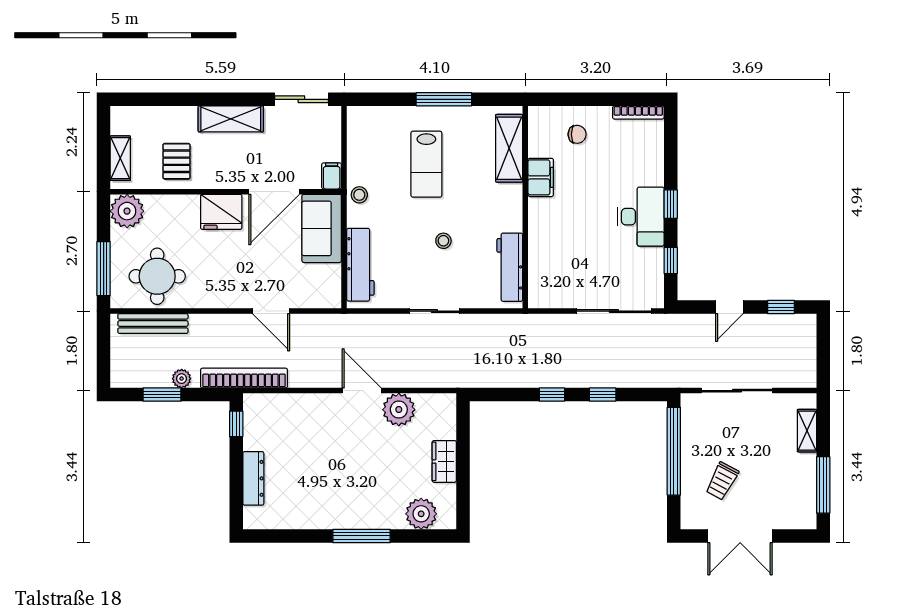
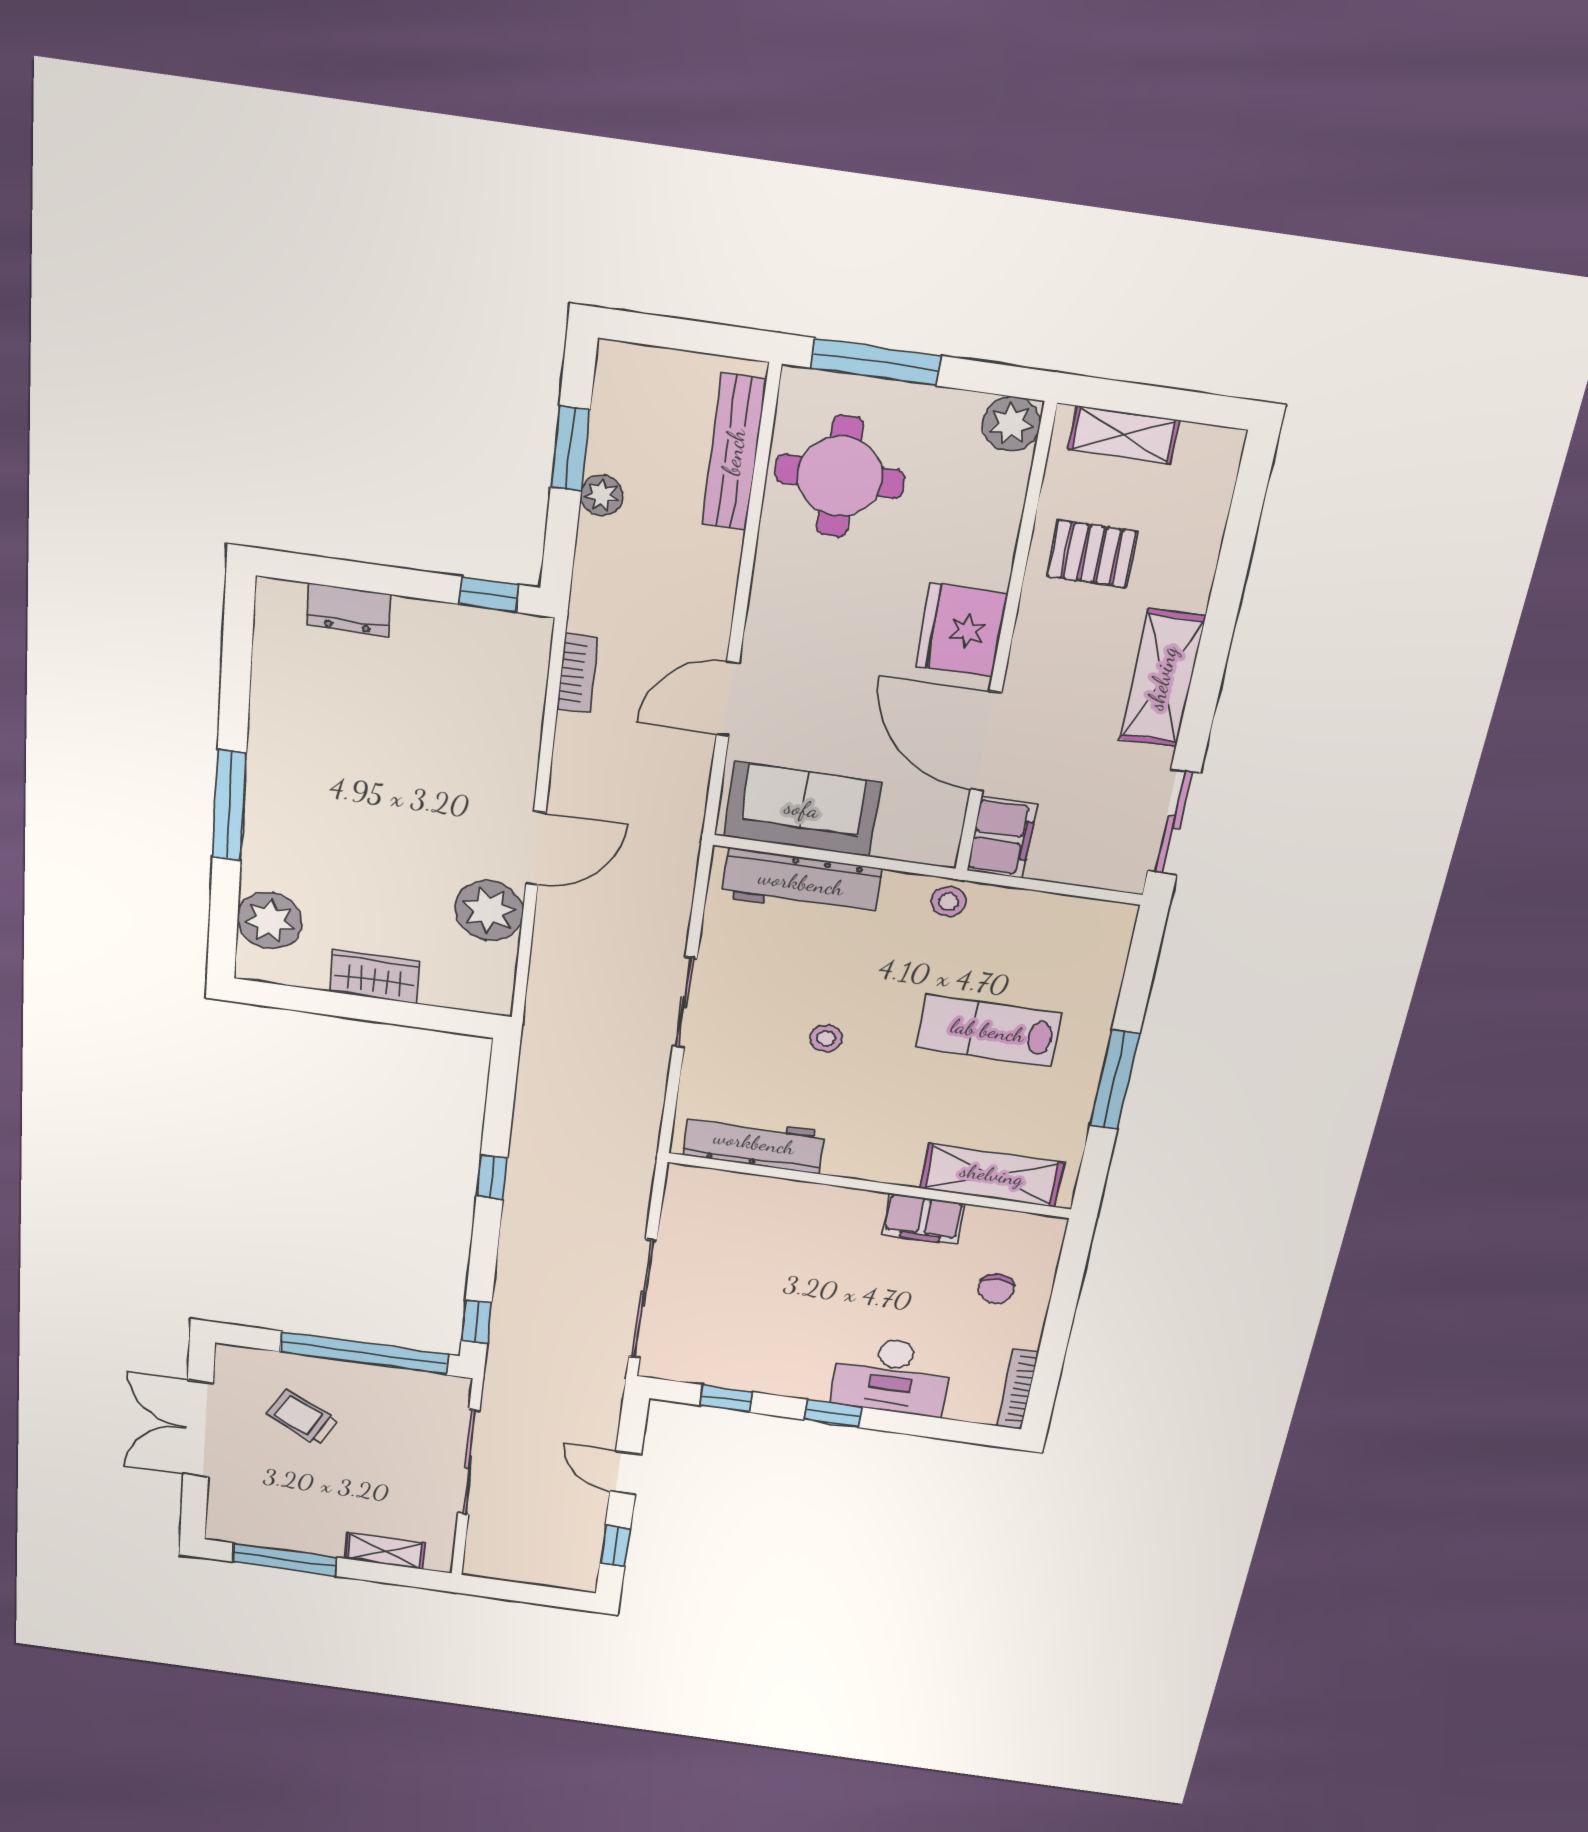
filing cabinet: (332, 176) -> (1002, 838), width x2.00
plant: (127, 211) -> (1011, 424), width x0.73, depth x0.73
desk: (641, 217) -> (892, 1376), moved
sofa: (322, 228) -> (802, 809), moved
bookcase: (244, 378) -> (577, 673), width x0.43, depth x0.76
window: (603, 395) -> (476, 1322), moved
dresser: (253, 478) -> (348, 610), width x0.70

